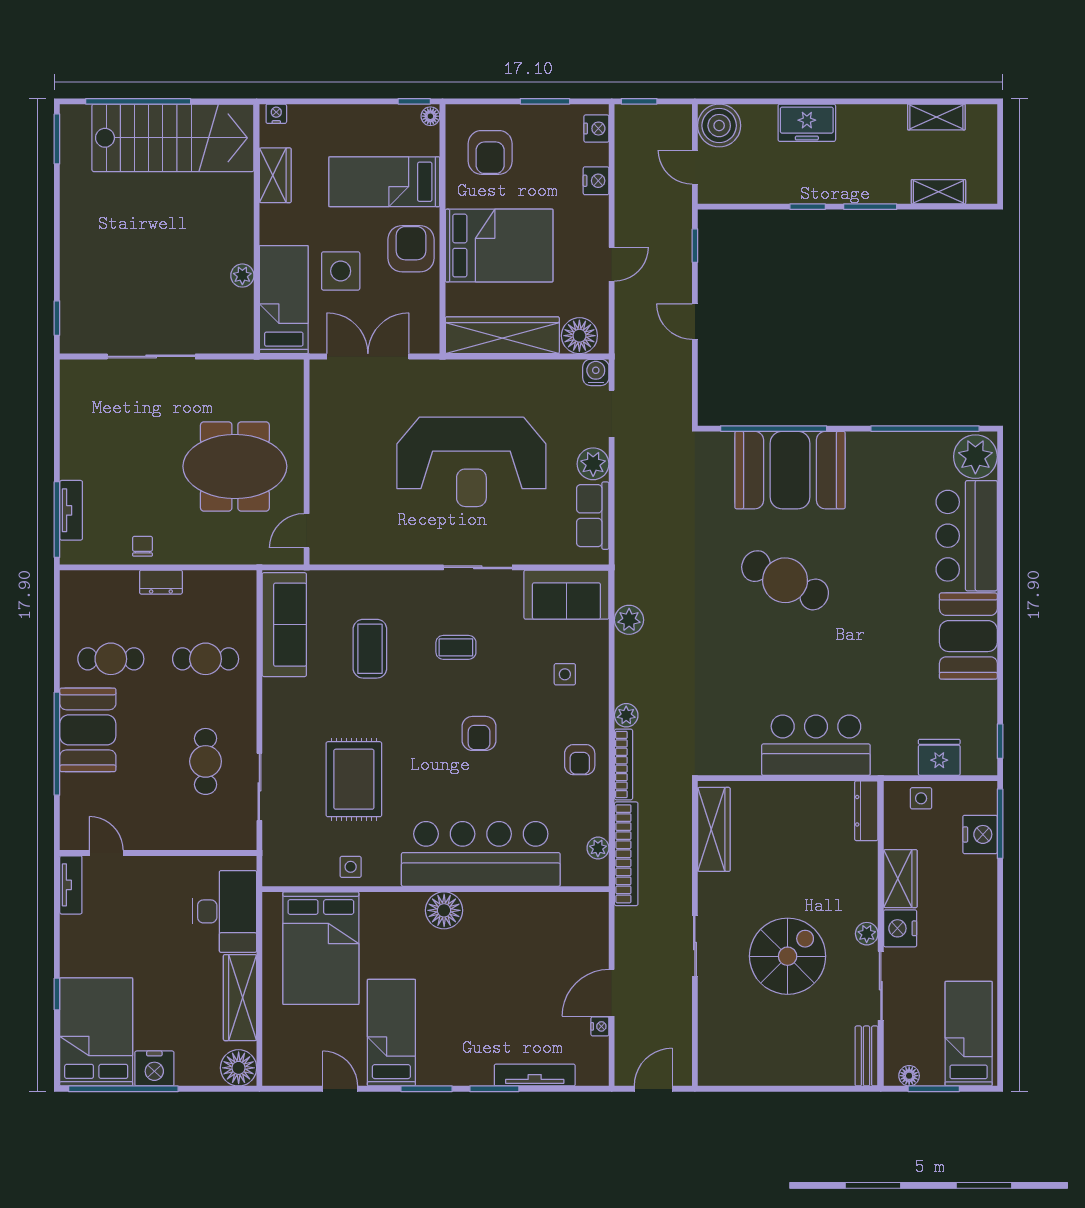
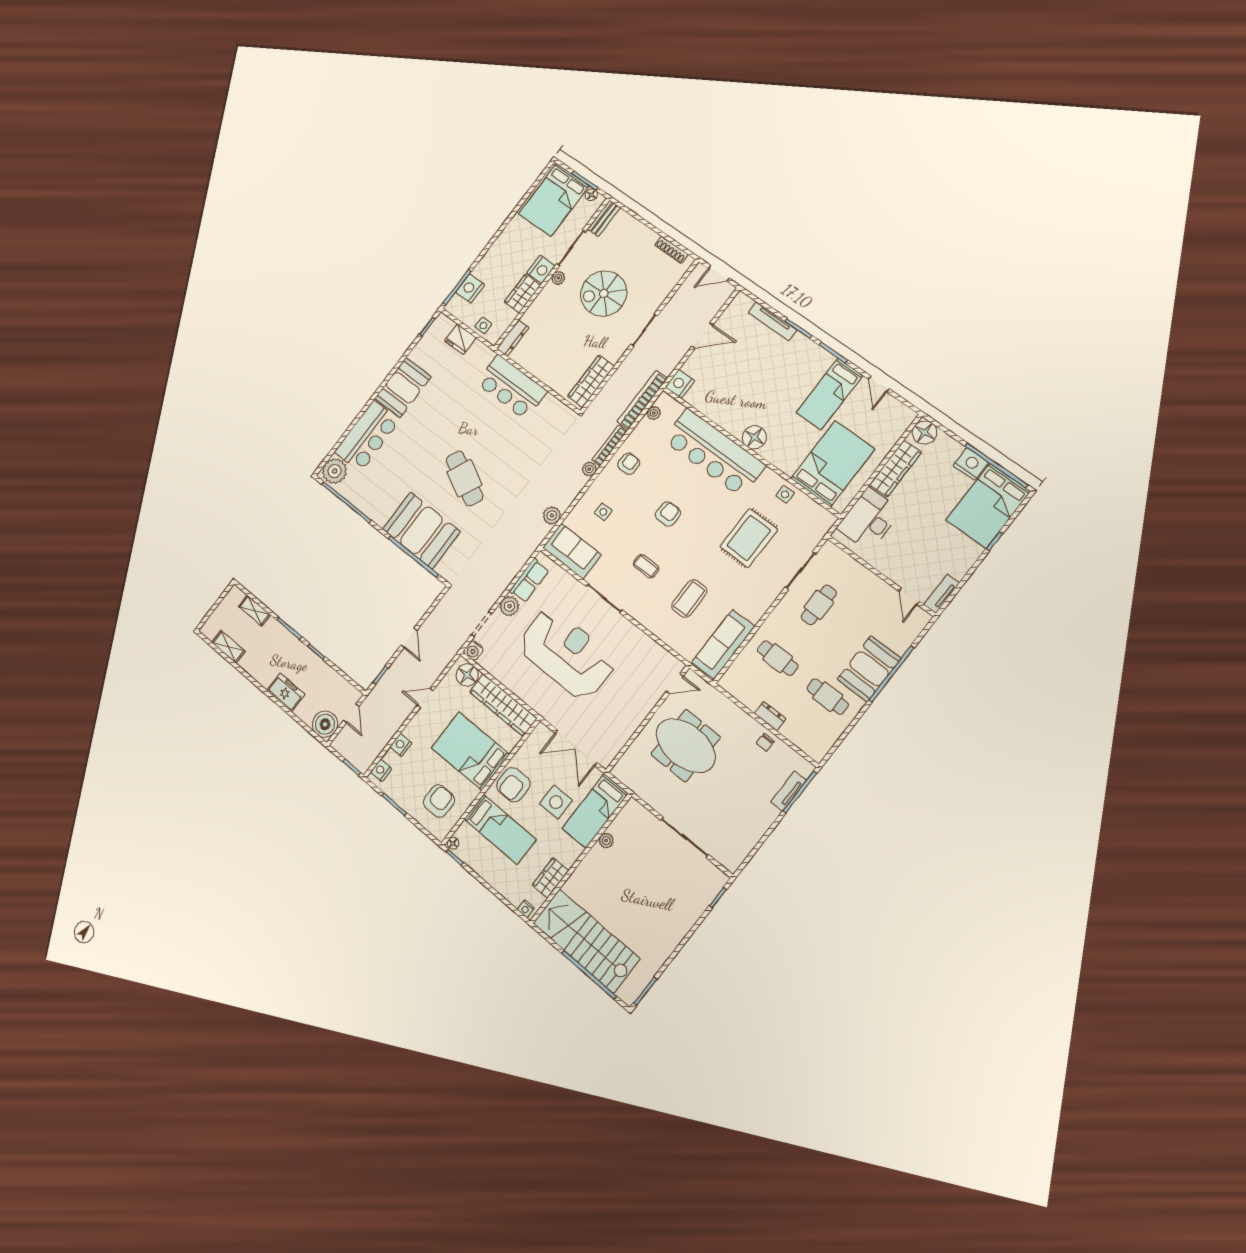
nightstand: (600, 1026) -> (680, 384), moved, width x1.89, depth x1.79
bed: (969, 1034) -> (554, 200), width x1.50
shoe rack: (741, 1077) -> (671, 250), added

